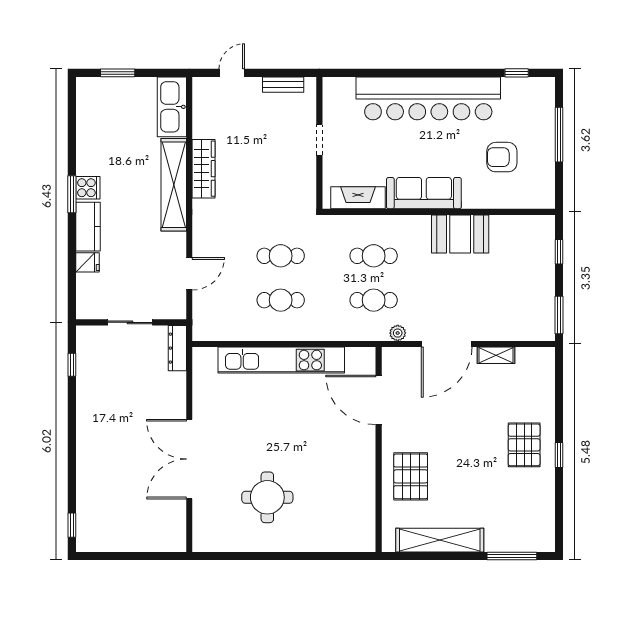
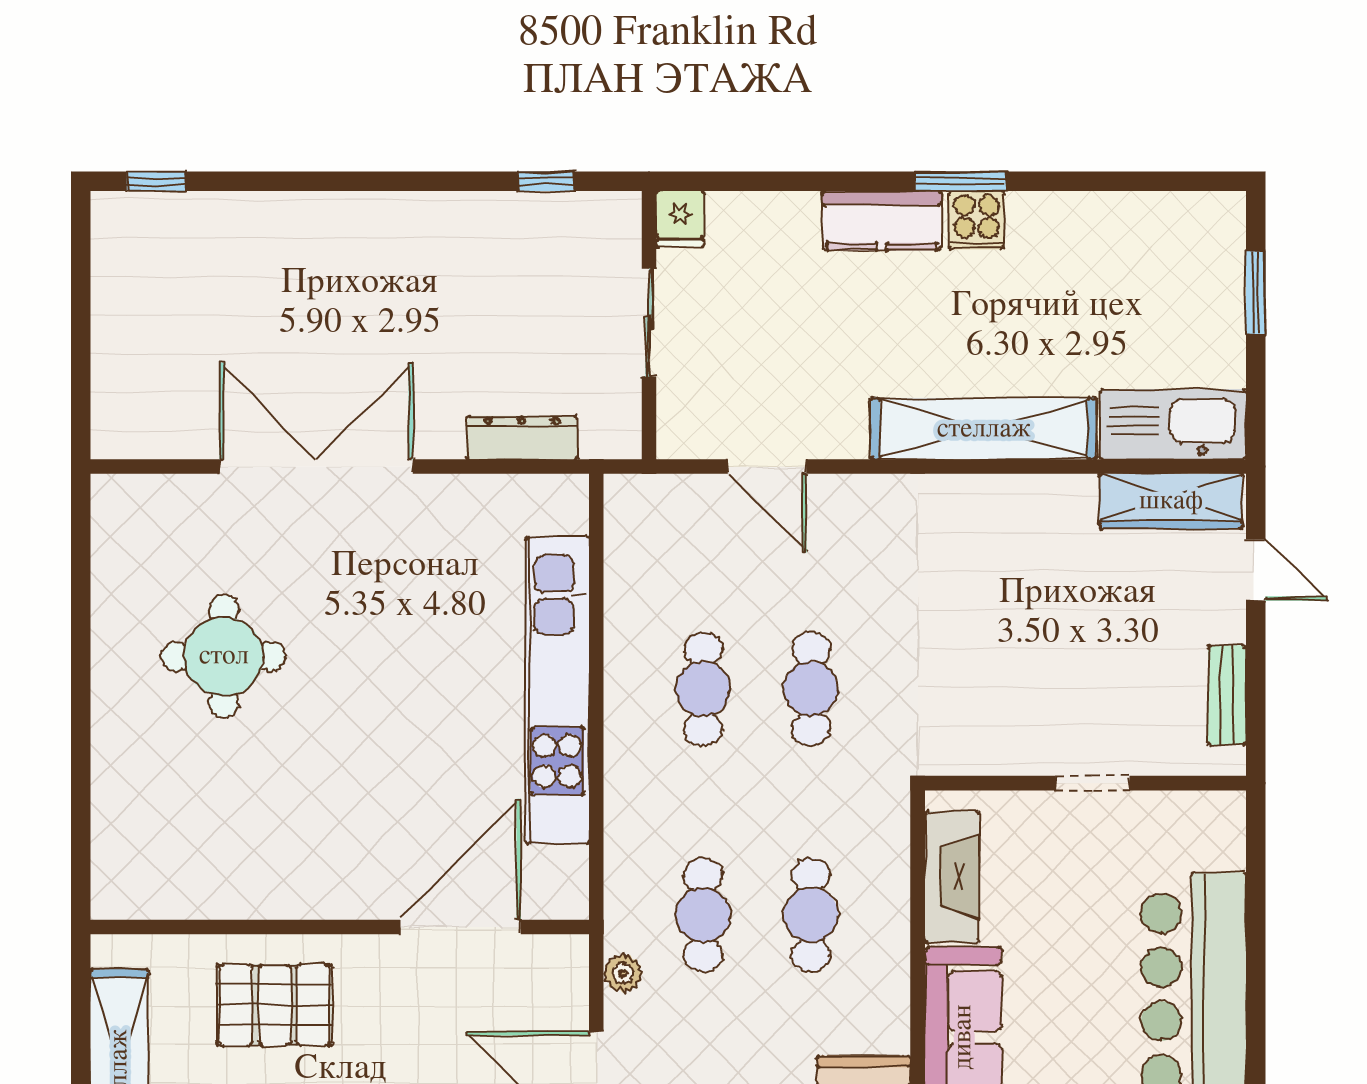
wardrobe: (204, 169) -> (1171, 501), moved
fridge: (87, 262) -> (680, 219), moved
dresser: (177, 348) -> (522, 438), moved

